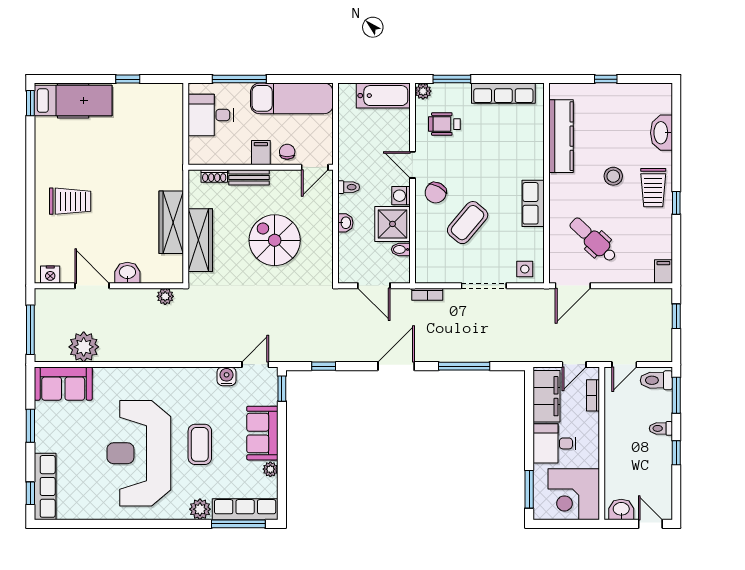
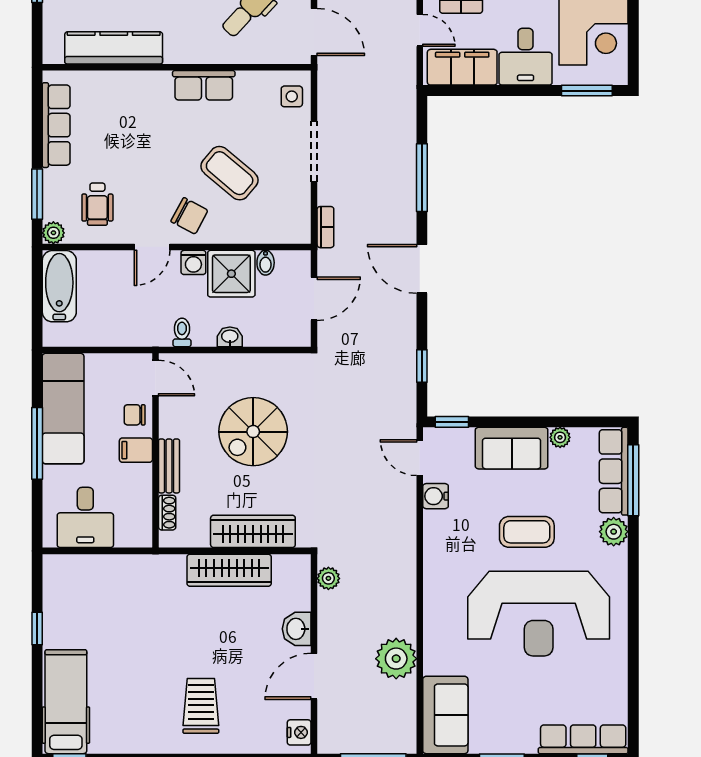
window: (239, 79) -> (37, 443), moved
plant: (84, 347) -> (396, 659), moved

